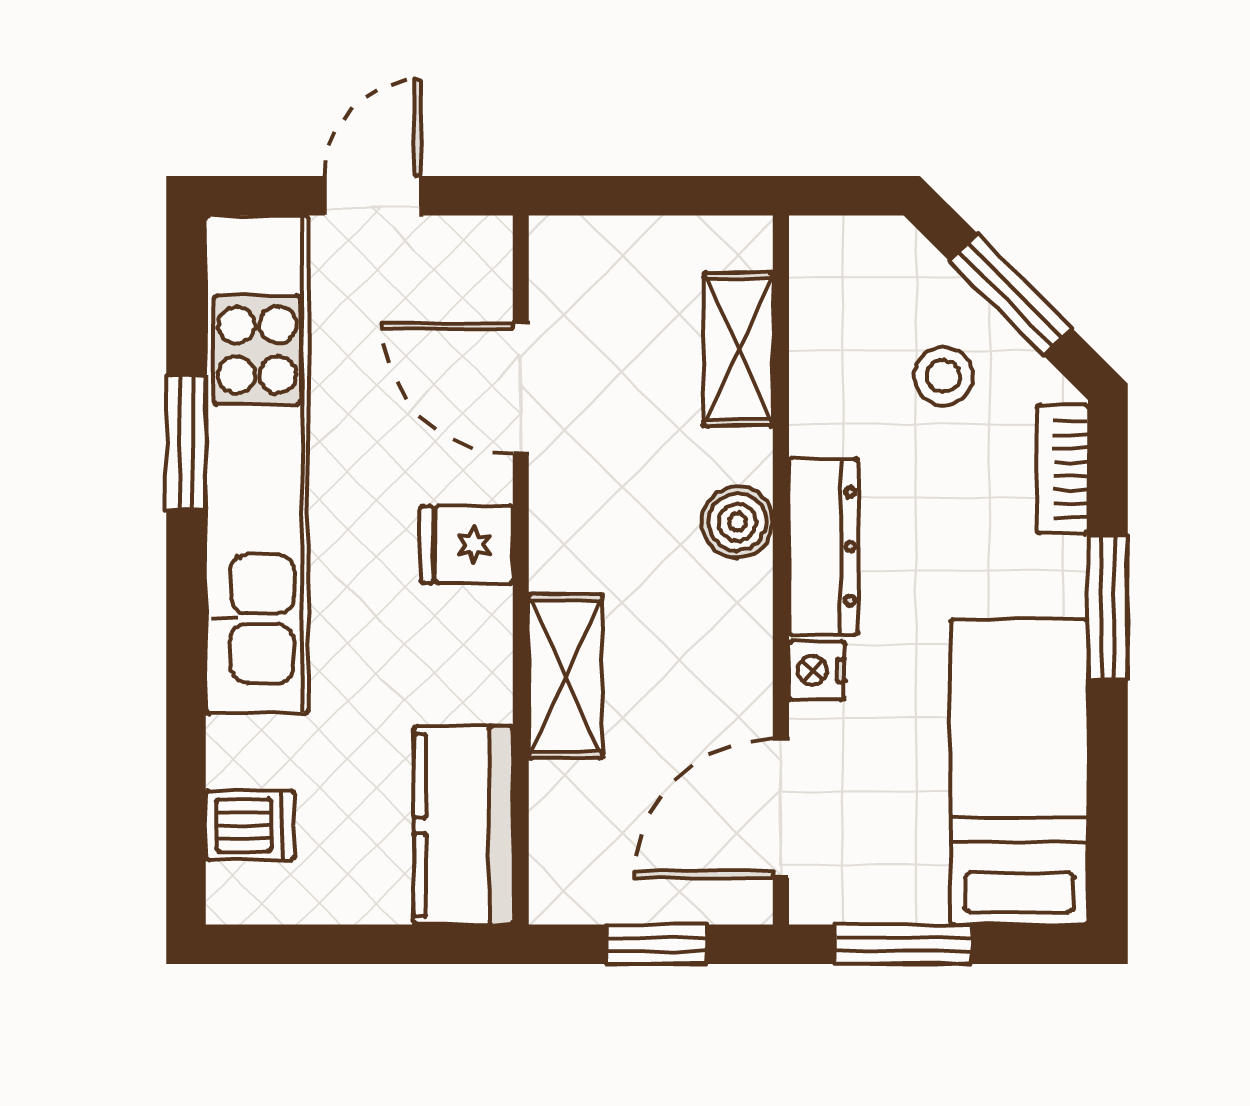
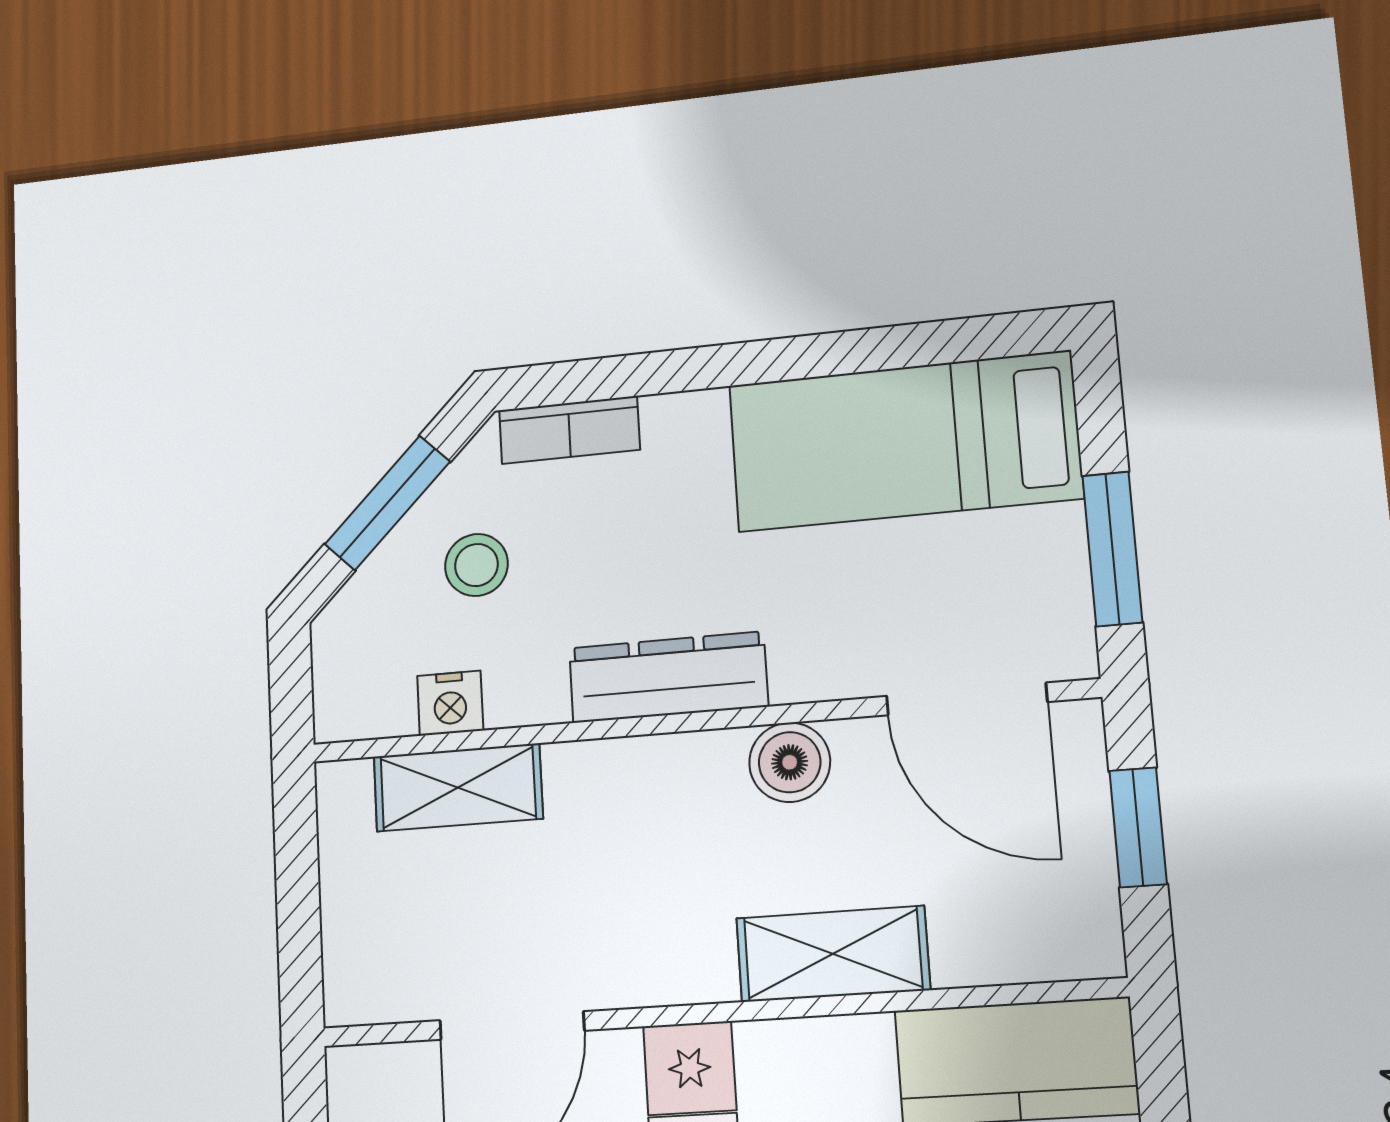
boiler: (737, 522) -> (790, 762), moved
window: (1108, 607) -> (716, 367), removed
nightstand: (817, 671) -> (450, 703), moved

